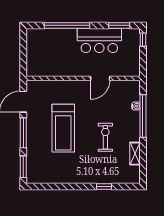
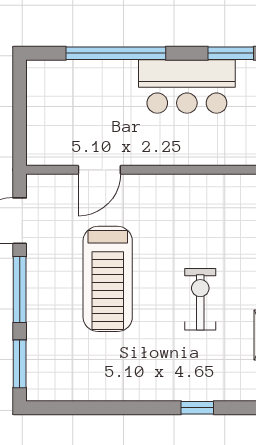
door: (100, 78) -> (99, 170), moved

